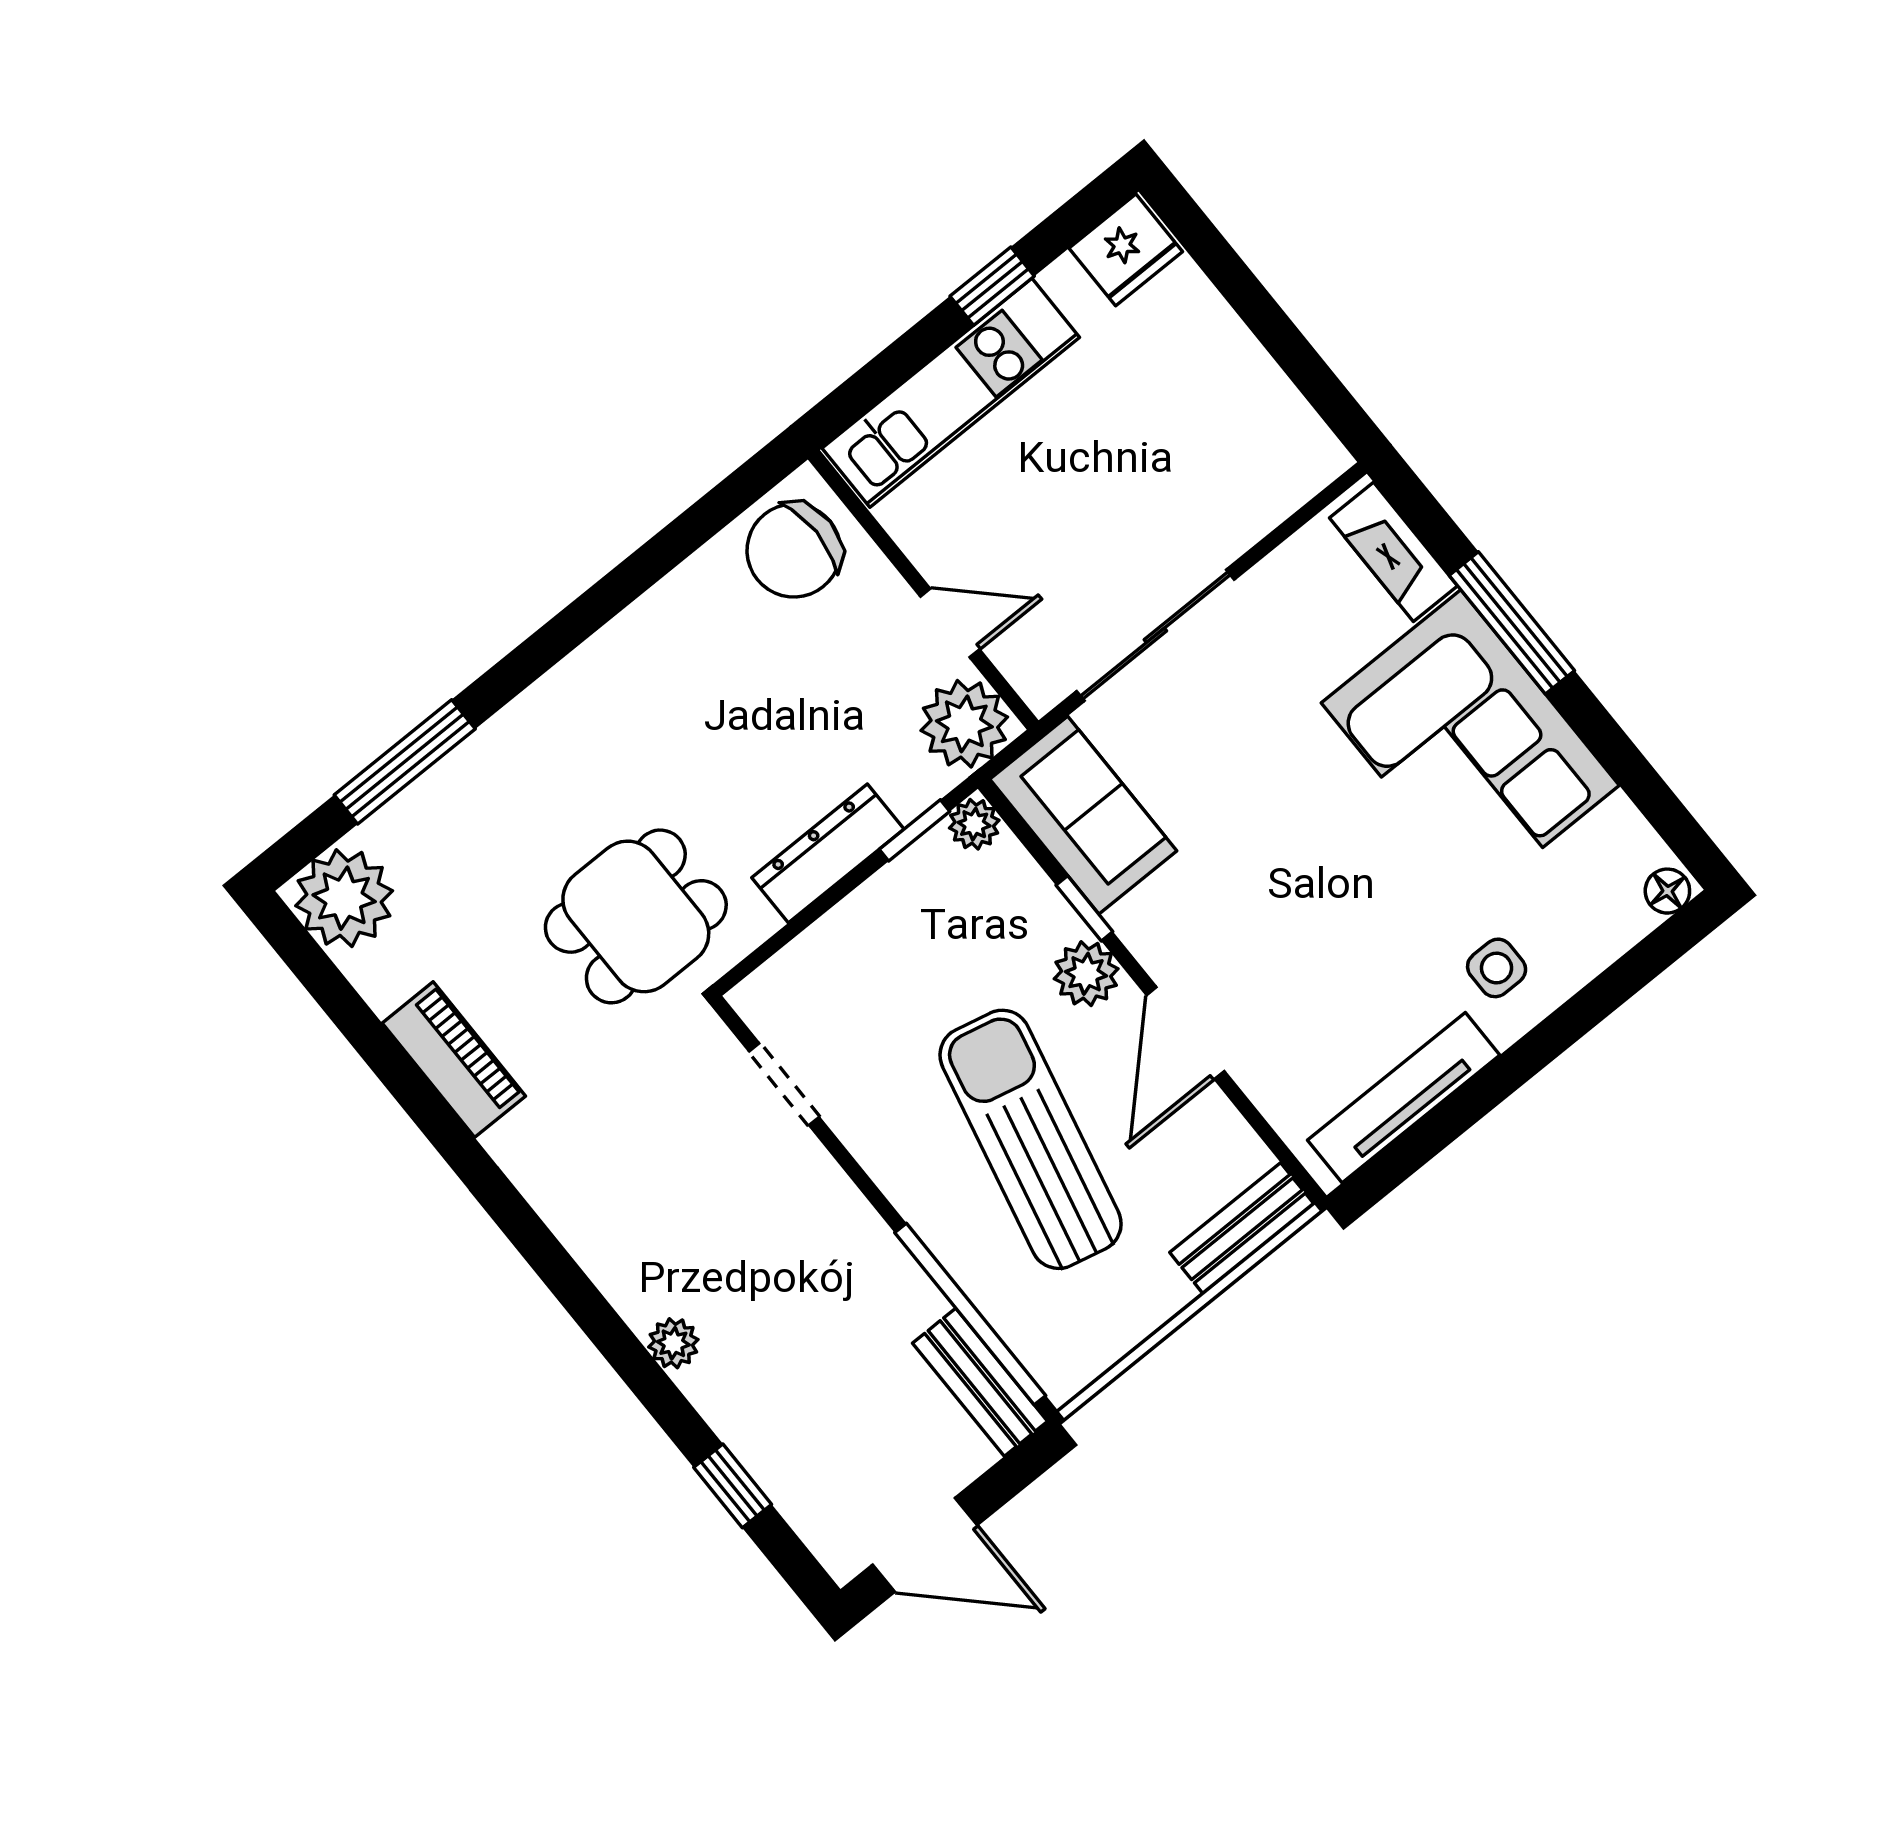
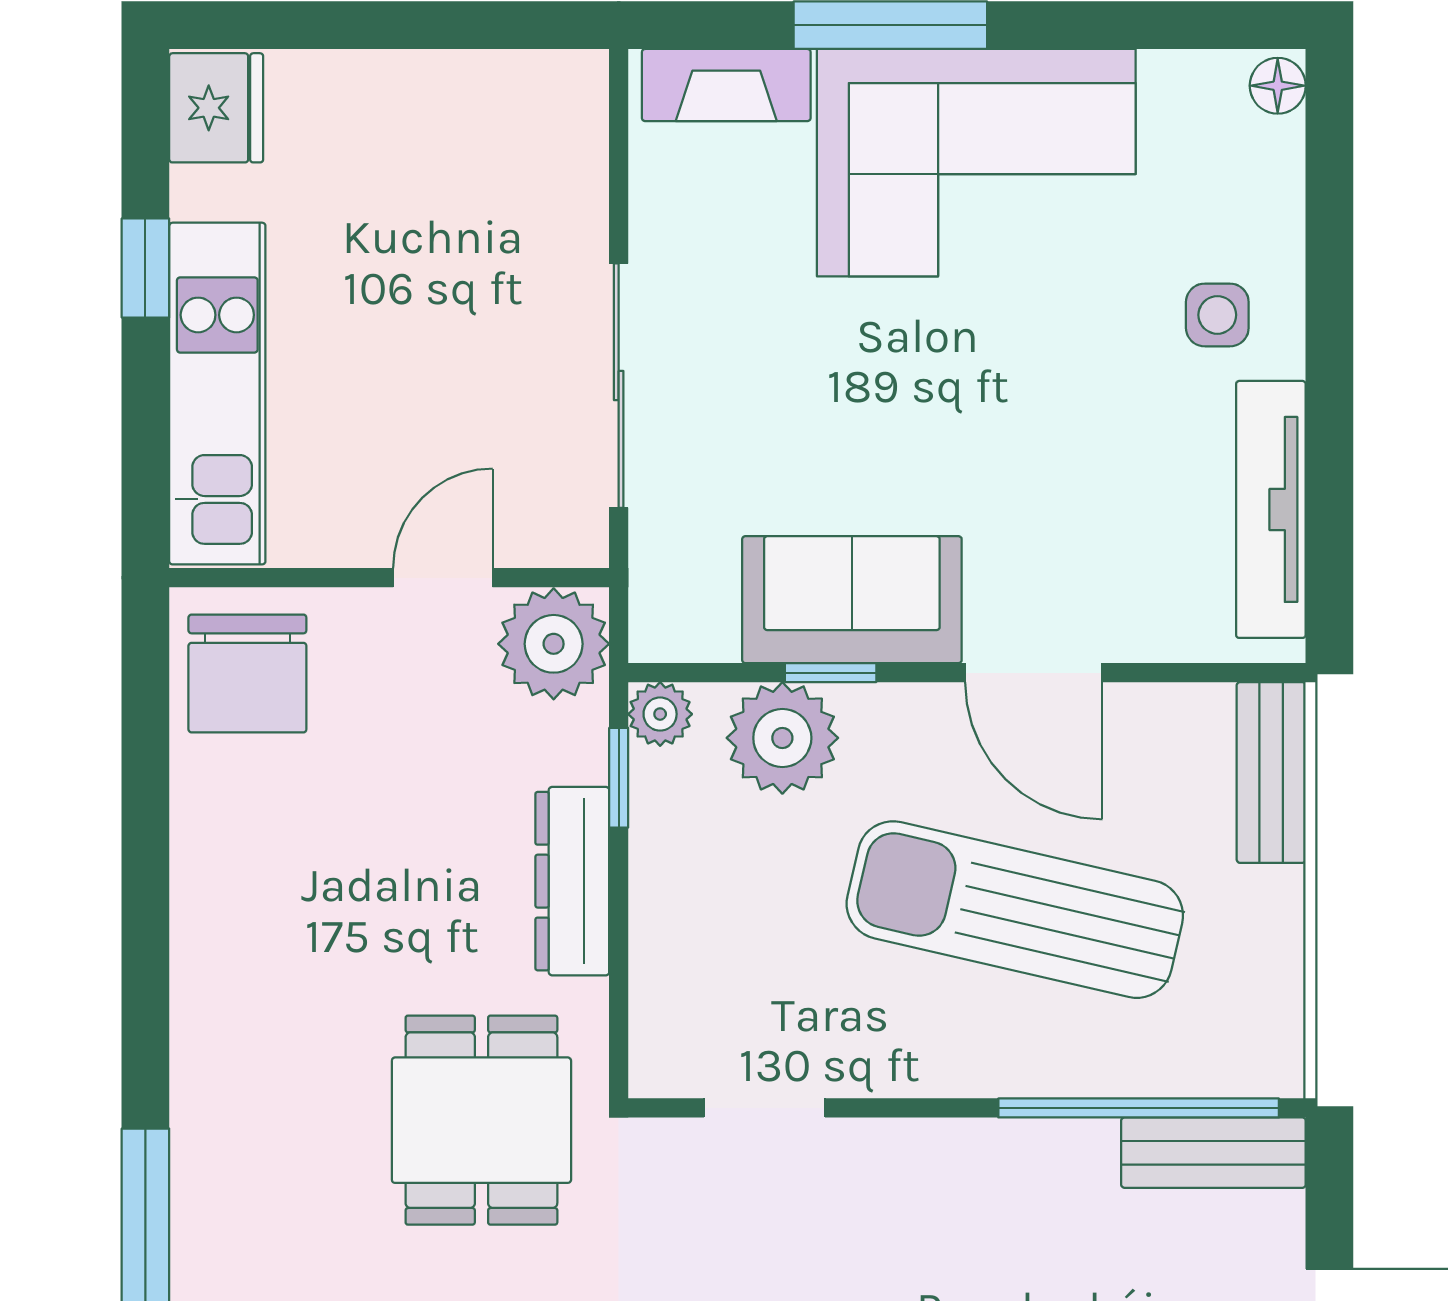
sofa: (1083, 815) -> (852, 600), moved
plant: (1086, 974) -> (782, 738), moved, width x1.36, depth x1.36

